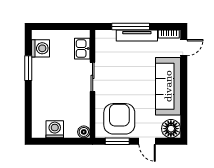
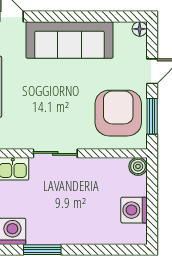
armchair: (119, 119) -> (118, 113), turned 90
floor lamp: (171, 129) -> (140, 29), width x0.53, depth x0.53

